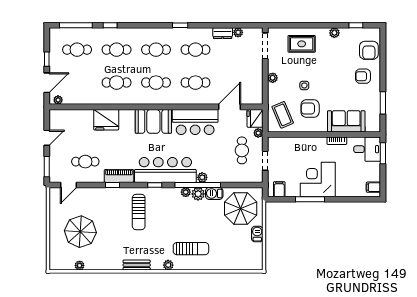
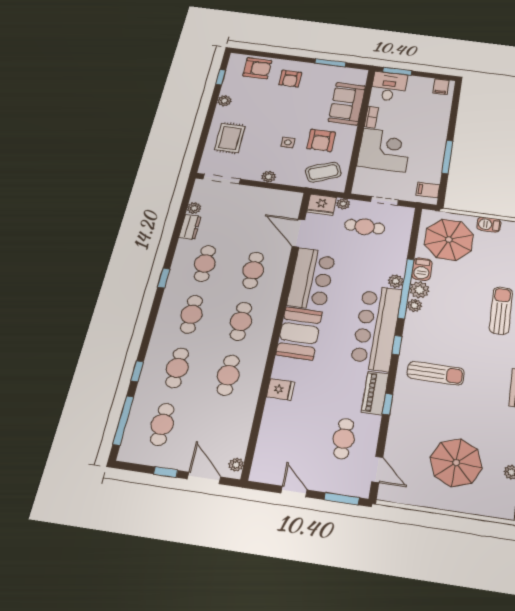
fridge: (106, 120) -> (281, 389), width x0.53, depth x0.75
corner desk: (318, 180) -> (384, 150), moved, turned 180

